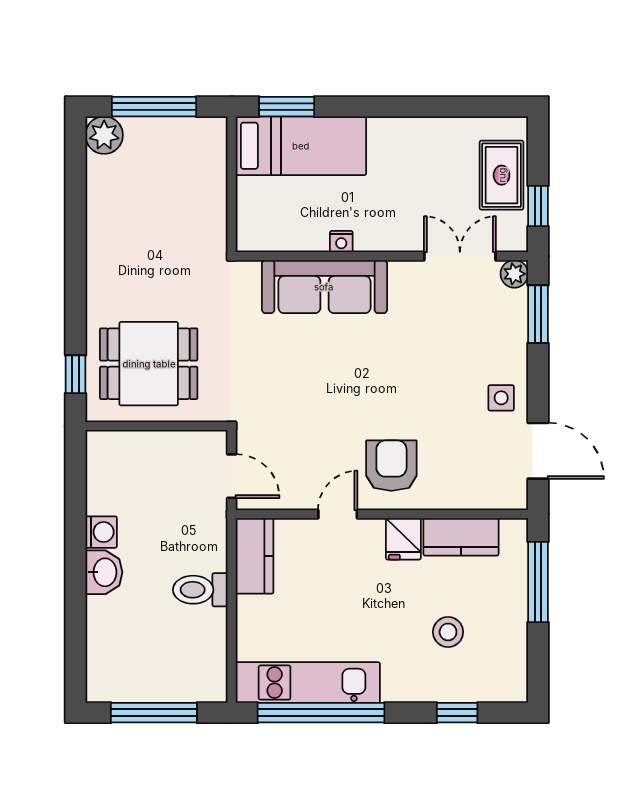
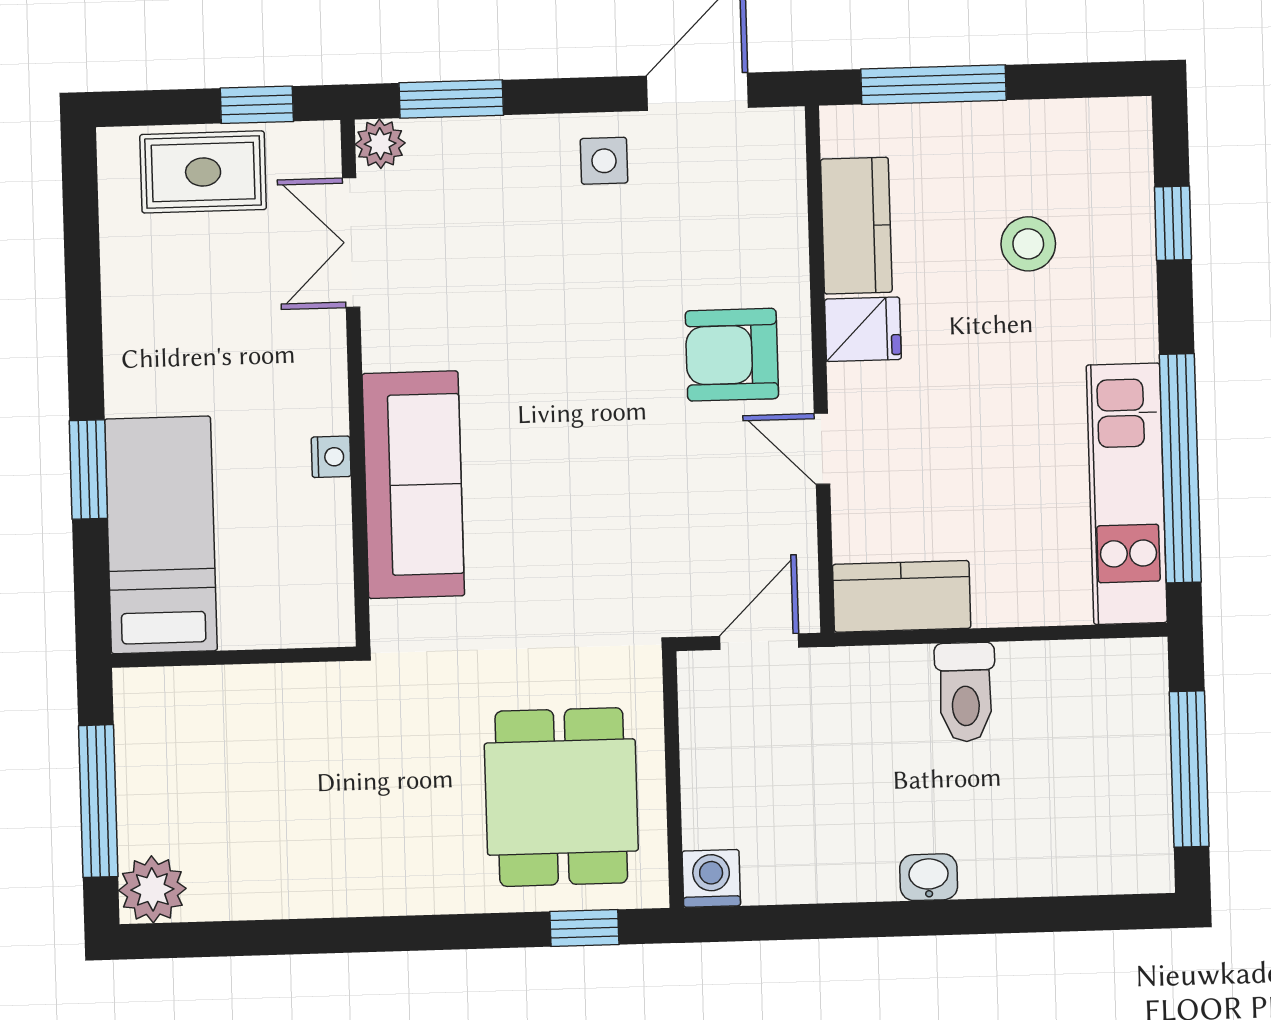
window: (287, 107) -> (88, 470), moved
washing machine: (101, 532) -> (711, 878), moved
washbasin: (104, 572) -> (929, 877), width x0.72, depth x0.69

